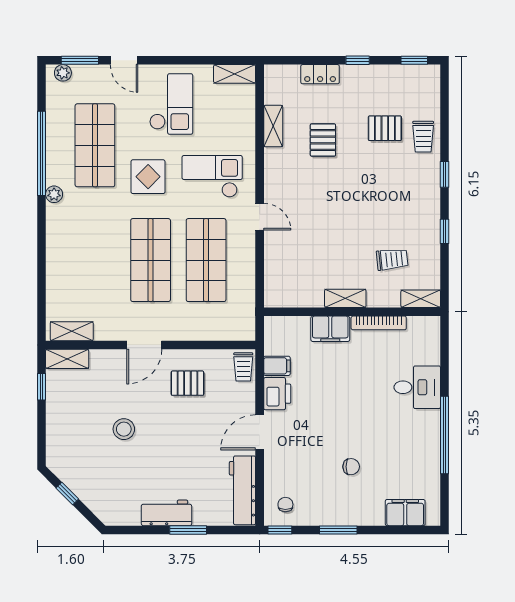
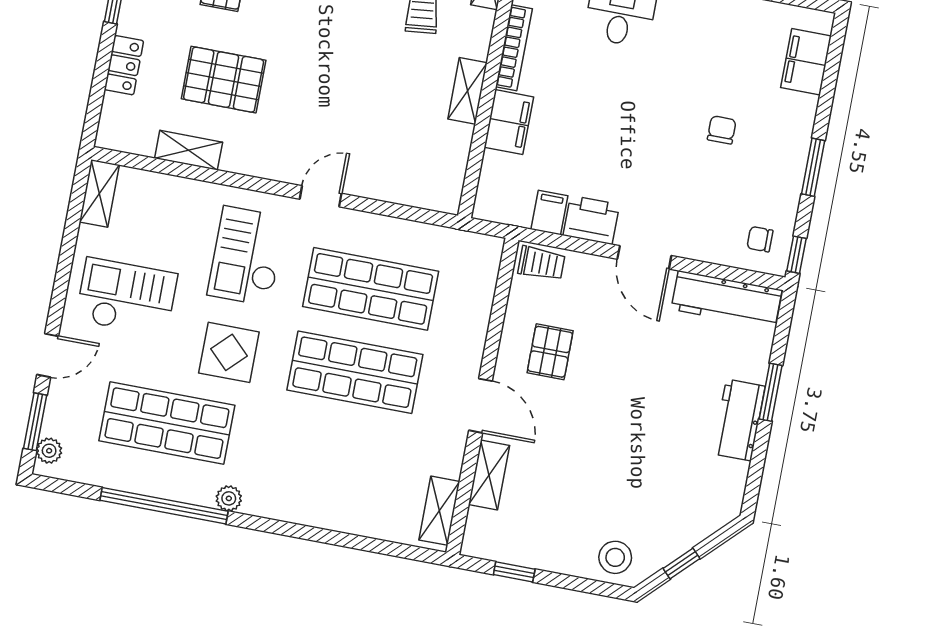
pallet: (323, 140) -> (224, 80), width x1.50, depth x1.42
shelving: (67, 359) -> (489, 475), moved
stool: (124, 429) -> (615, 557), moved

